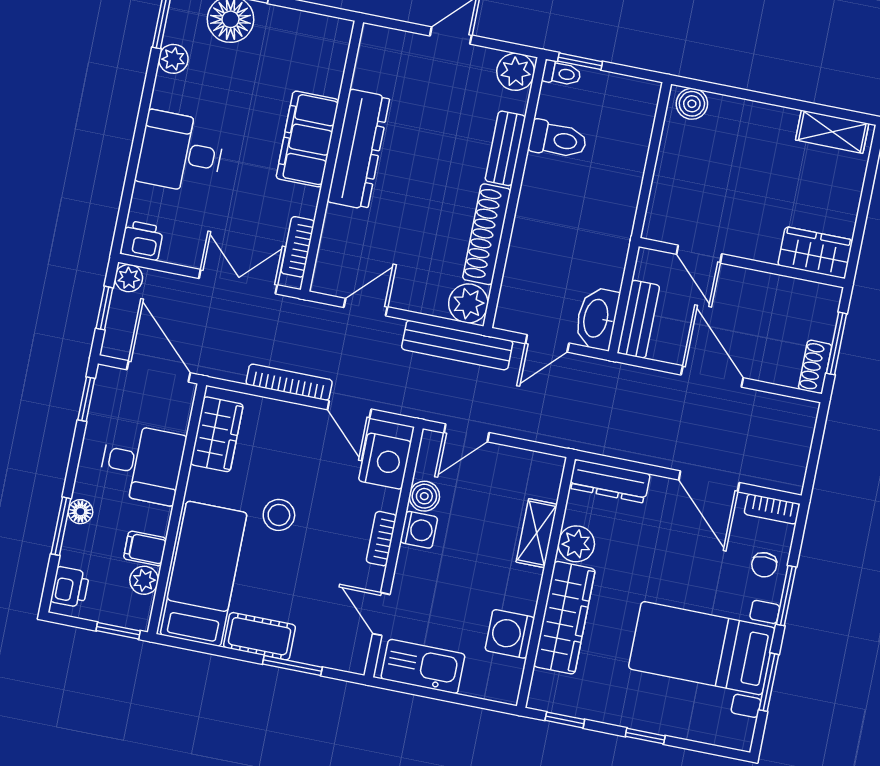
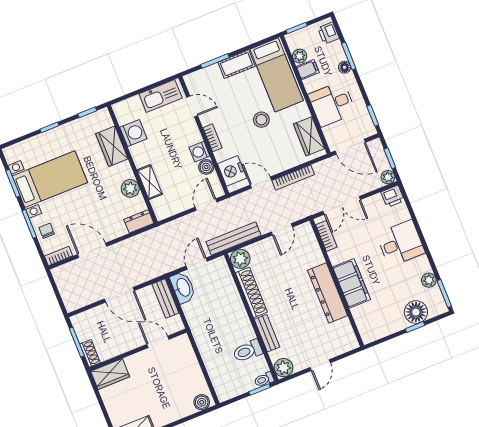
shoe rack: (815, 367) -> (90, 353), moved
dresser: (610, 481) -> (139, 221), width x0.70
wardrobe: (564, 618) -> (112, 146), width x0.67

